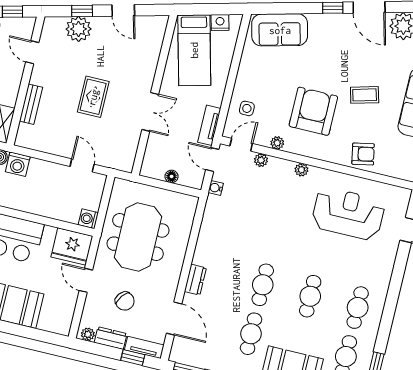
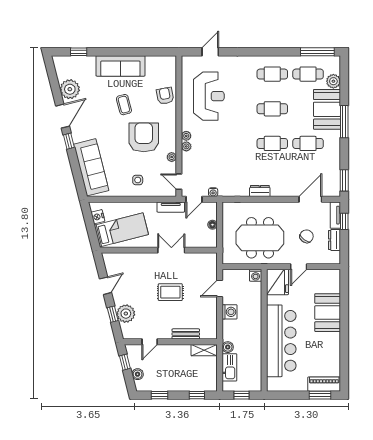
sofa: (280, 30) -> (91, 167), width x1.36
side table: (247, 108) -> (138, 180), moved
armchair: (313, 111) -> (144, 137), turned 90
plant: (261, 160) -> (186, 146), moved
washing machine: (18, 164) -> (230, 312), moved
reception desk: (348, 214) -> (209, 96), turned 180
dresser: (195, 280) -> (260, 191), moved
plant: (88, 334) -> (336, 256), removed

